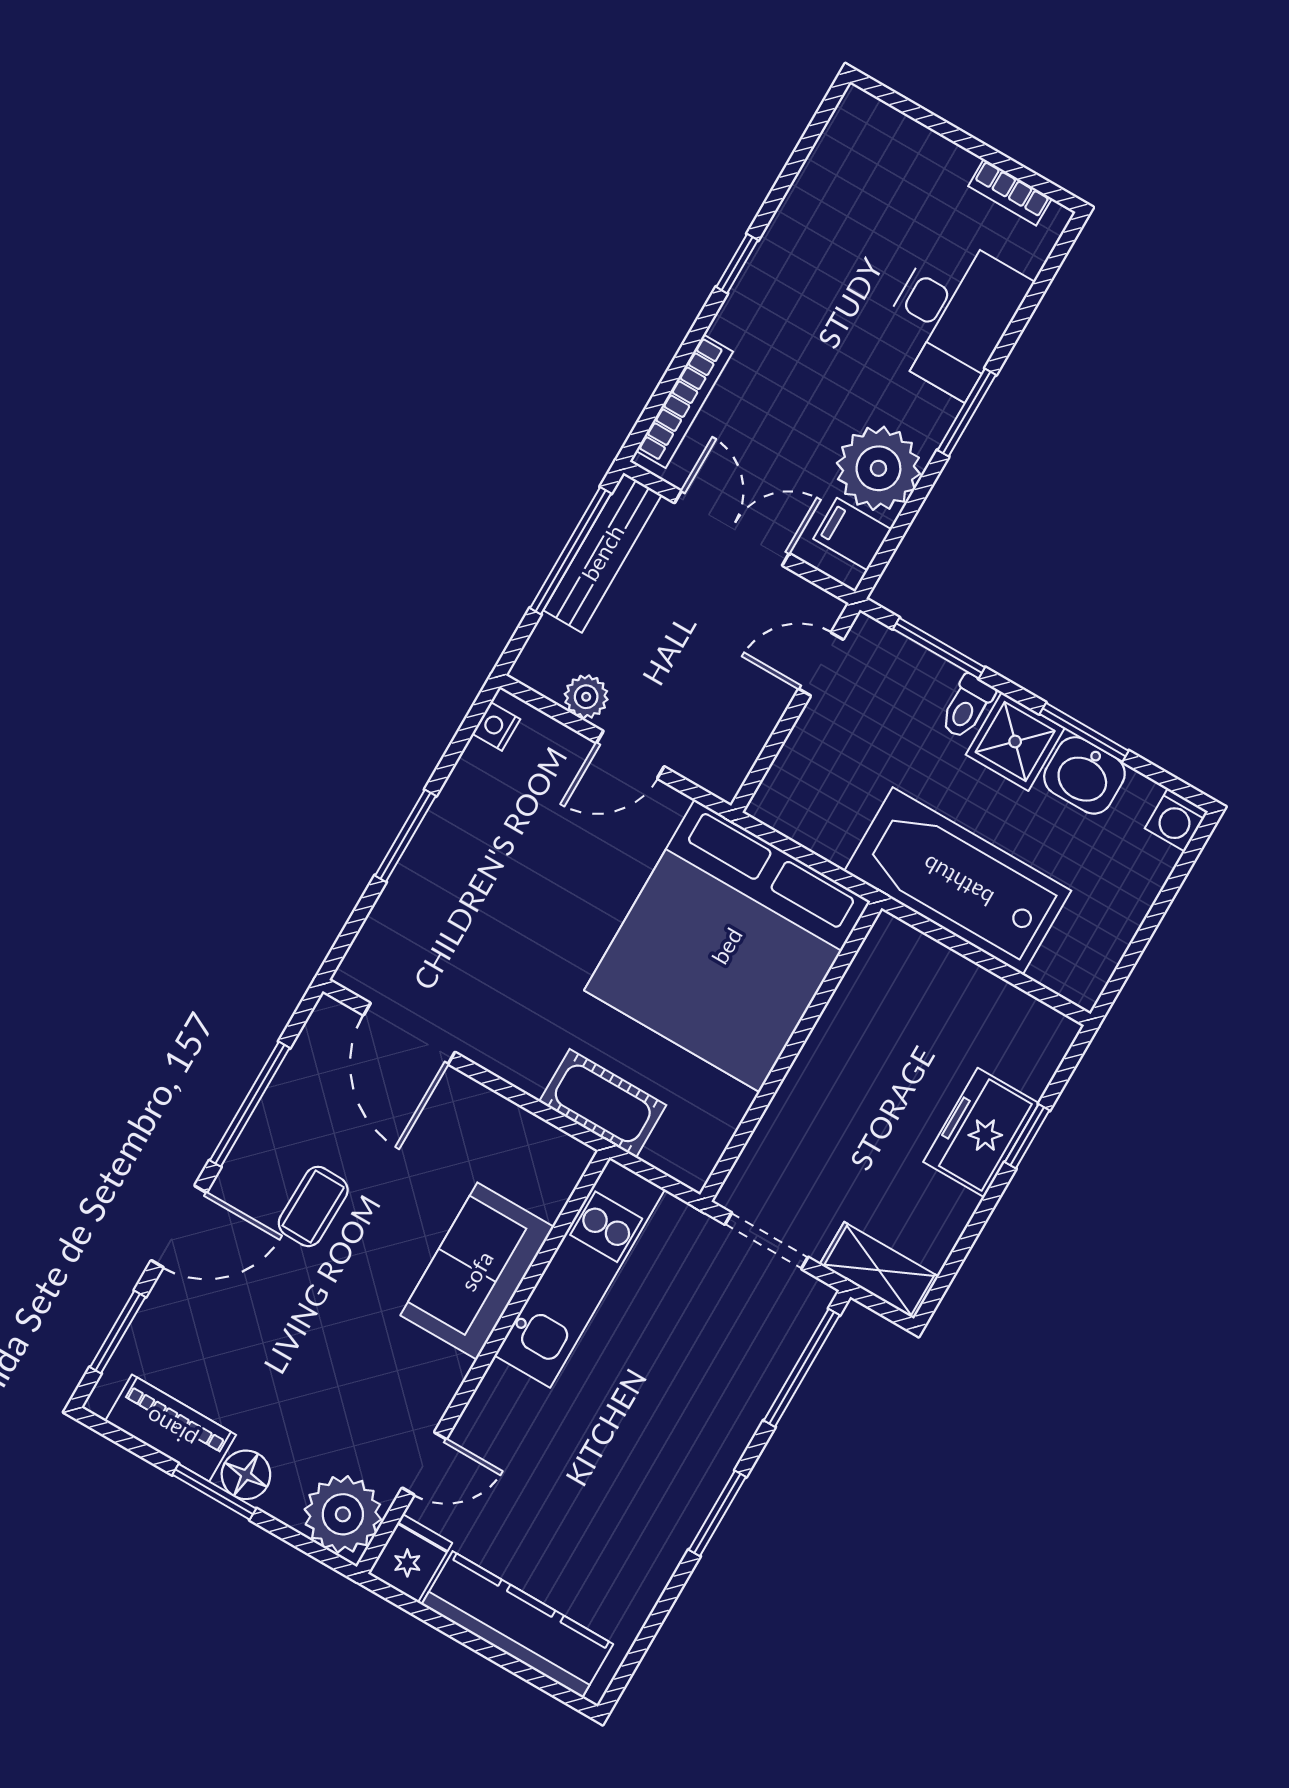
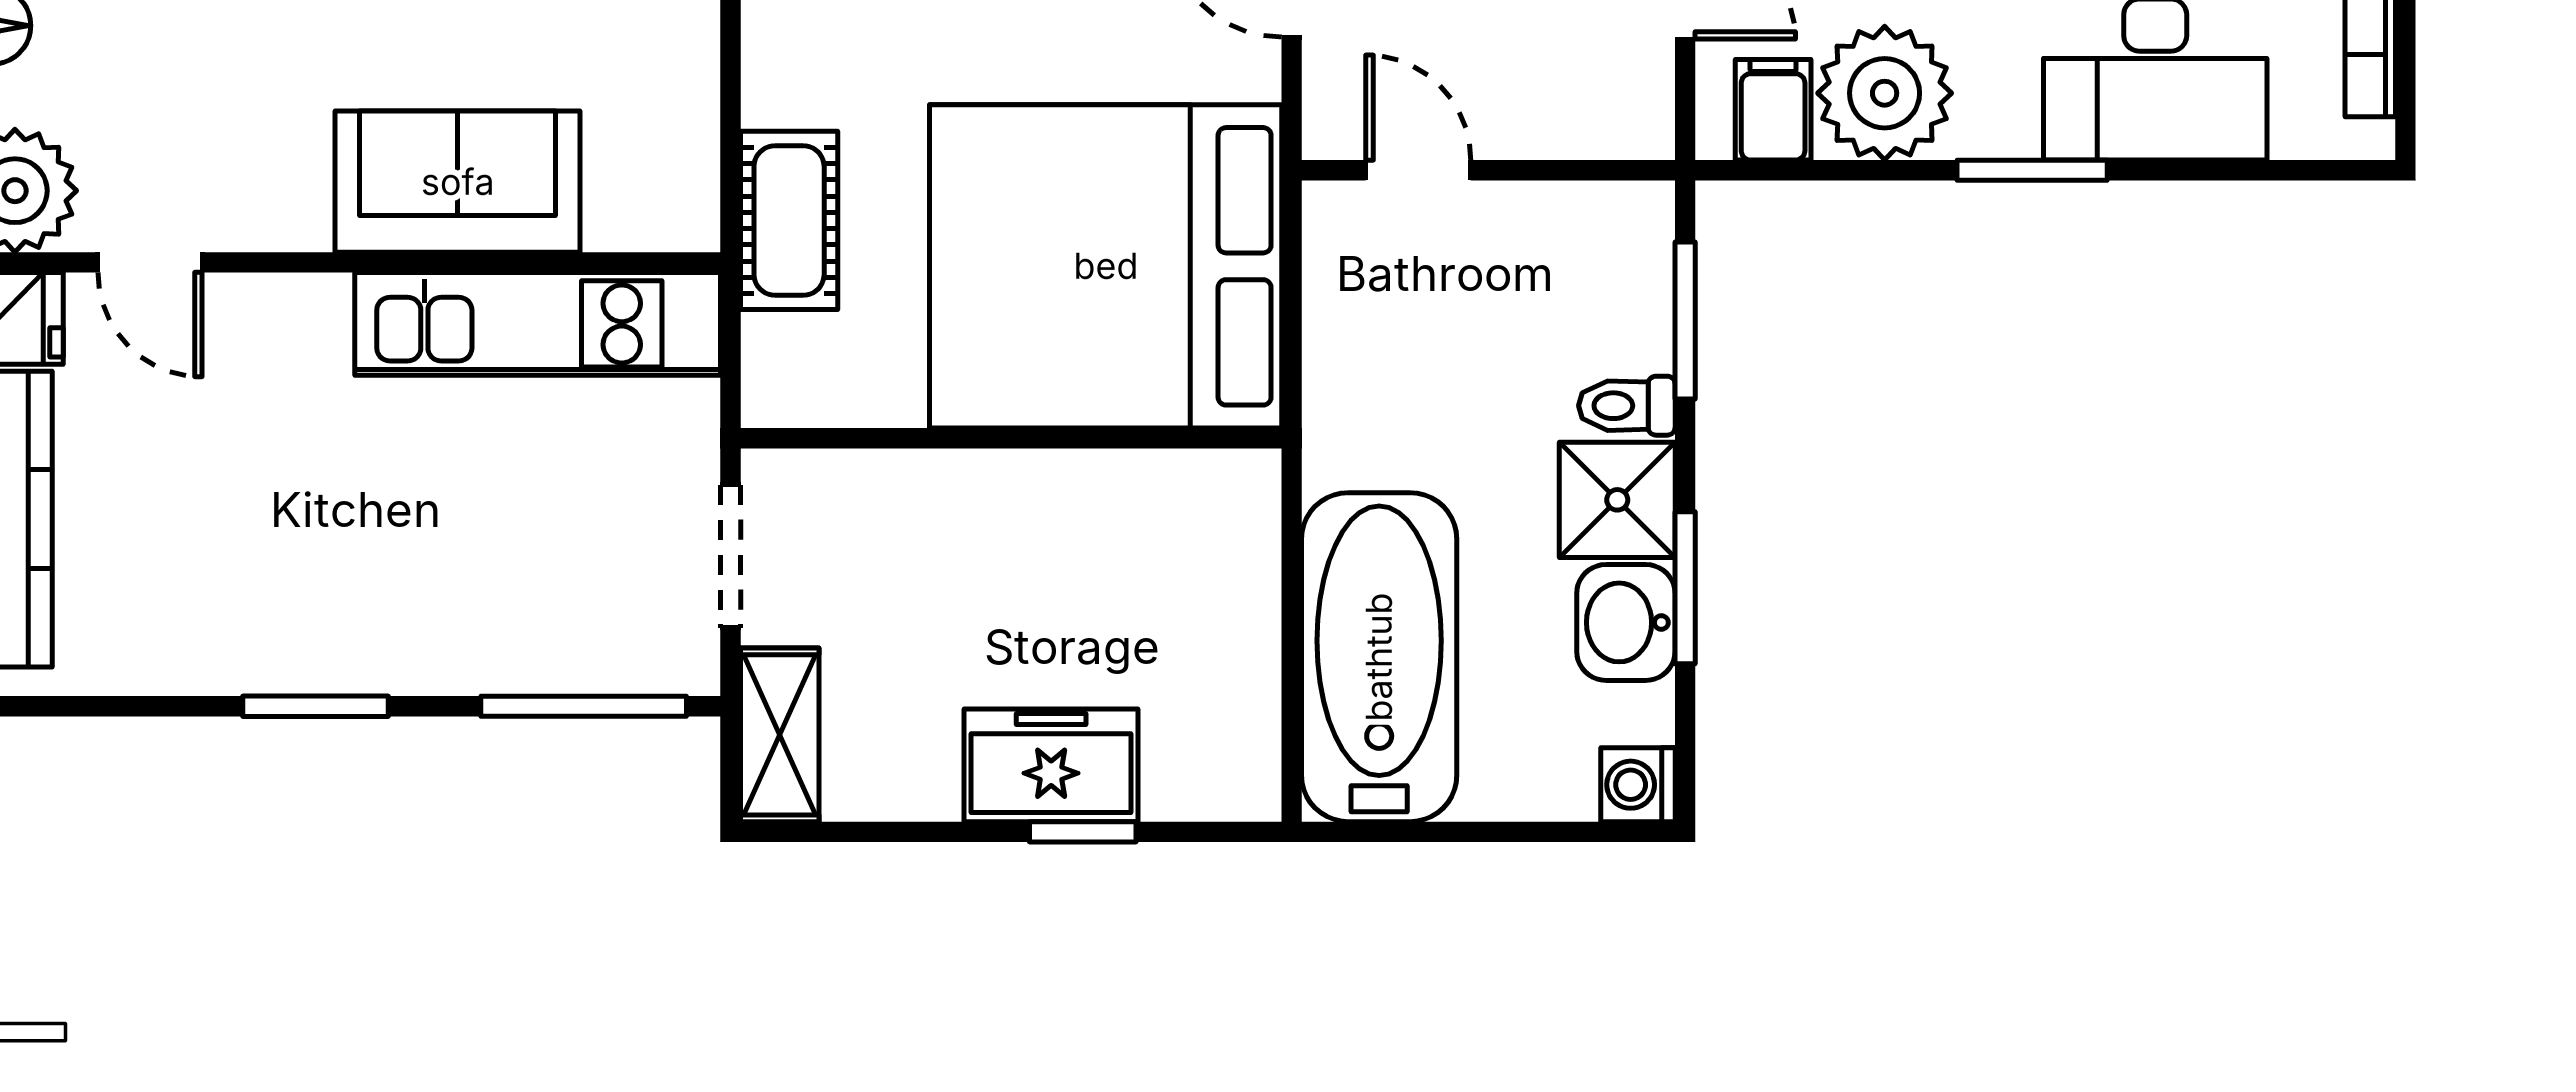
door: (821, 664) -> (1418, 170), moved
bathtub: (958, 881) -> (1379, 657), moved

